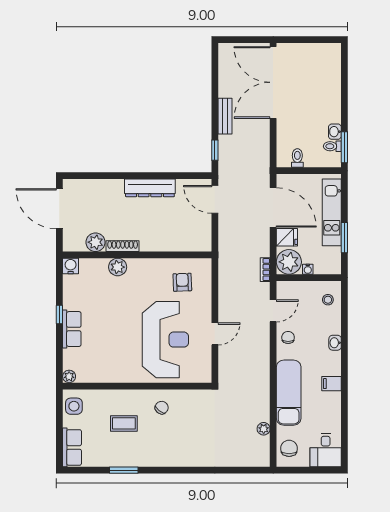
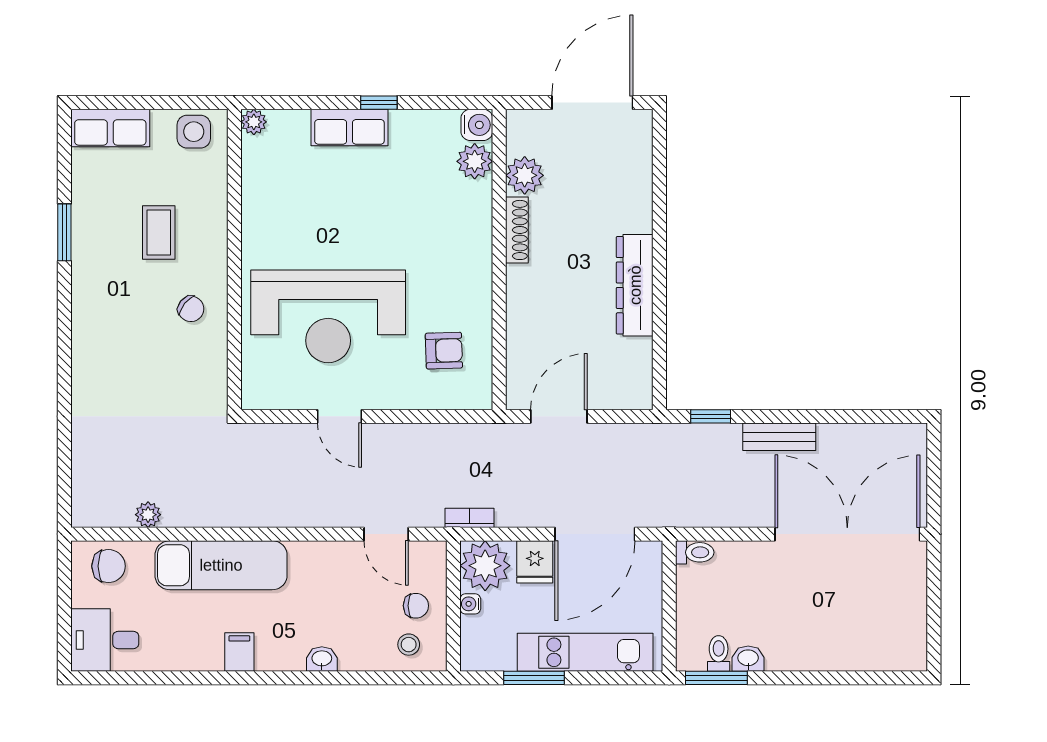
toilet: (297, 158) -> (695, 552), moved
door: (215, 199) -> (559, 416), moved
plant: (118, 267) -> (475, 161), moved
chair: (288, 337) -> (416, 606), moved

